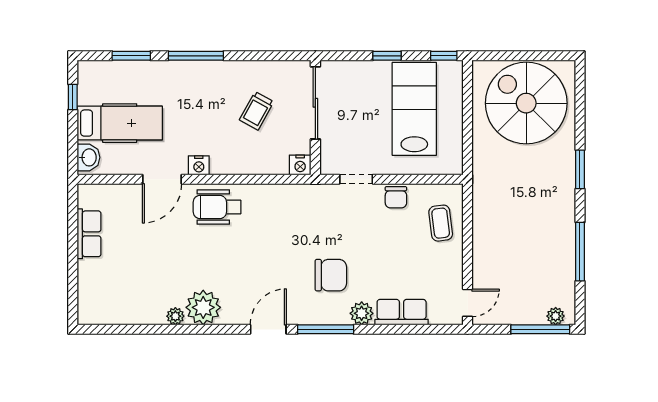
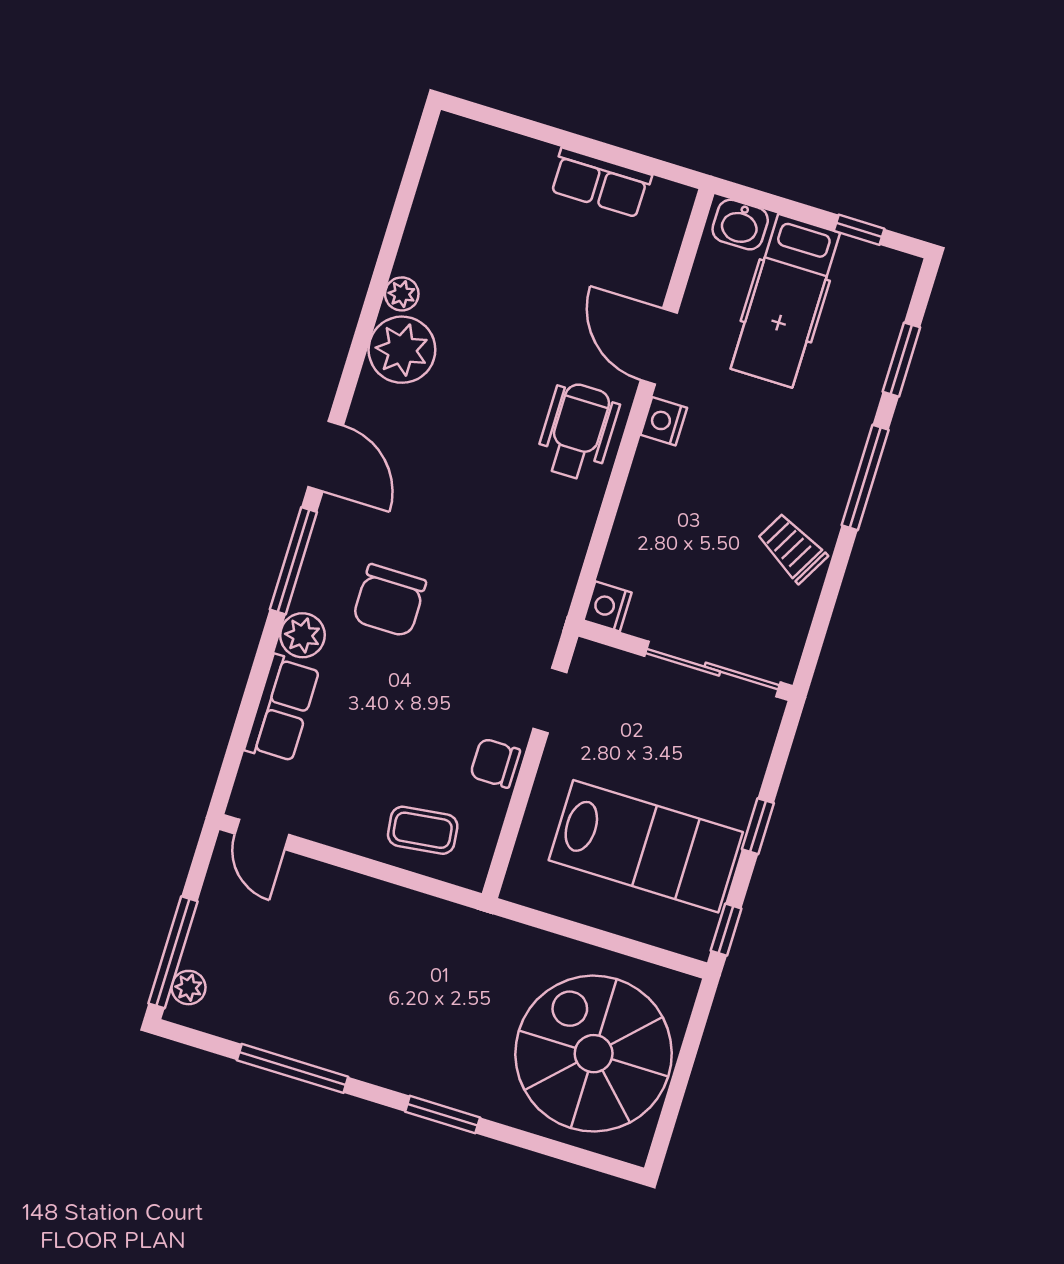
spiral stairs: (526, 103) -> (594, 1054), turned -90
trolley: (257, 111) -> (792, 548), moved

